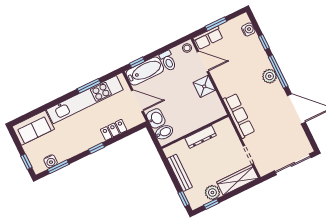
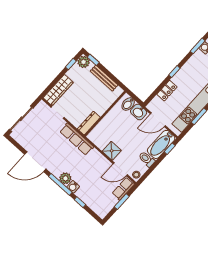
water cooler: (248, 29) -> (73, 187), moved
dresser: (201, 137) -> (89, 123), moved
plant: (212, 193) -> (84, 62), moved

